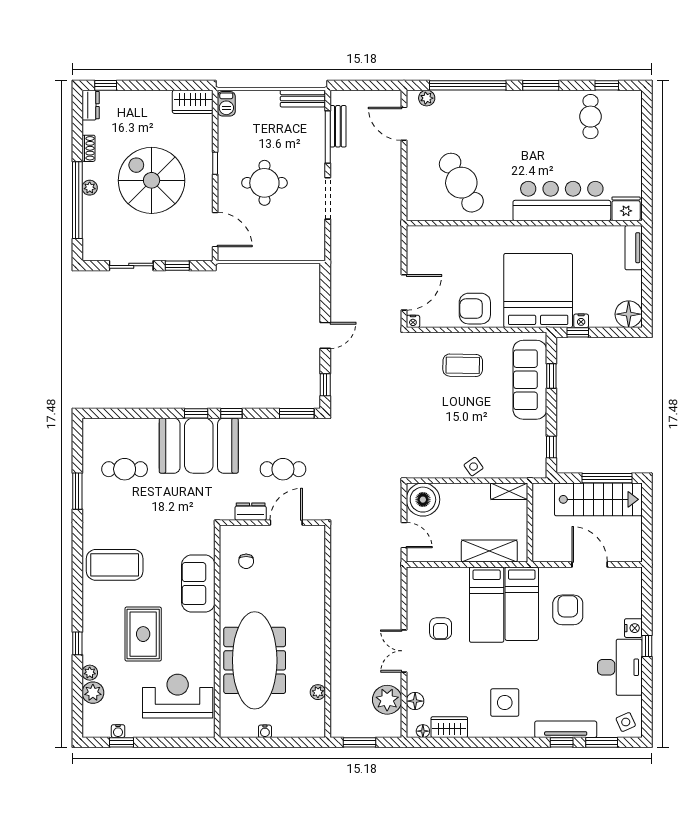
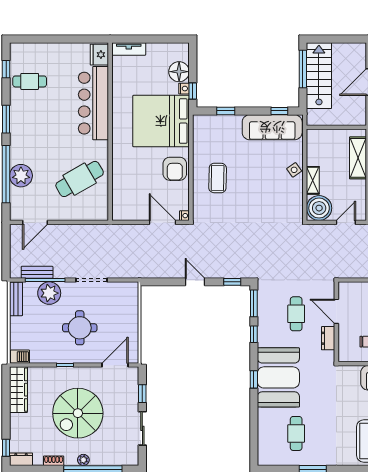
plant: (427, 98) -> (21, 176), moved, width x1.88, depth x1.88
wardrobe: (193, 102) -> (18, 390), width x1.50
plant: (310, 142) -> (49, 293), added
floor lamp: (629, 314) -> (179, 72), moved
sofa: (530, 380) -> (272, 127), moved
window: (231, 413) -> (254, 334), moved
shelving: (509, 491) -> (313, 180), moved

